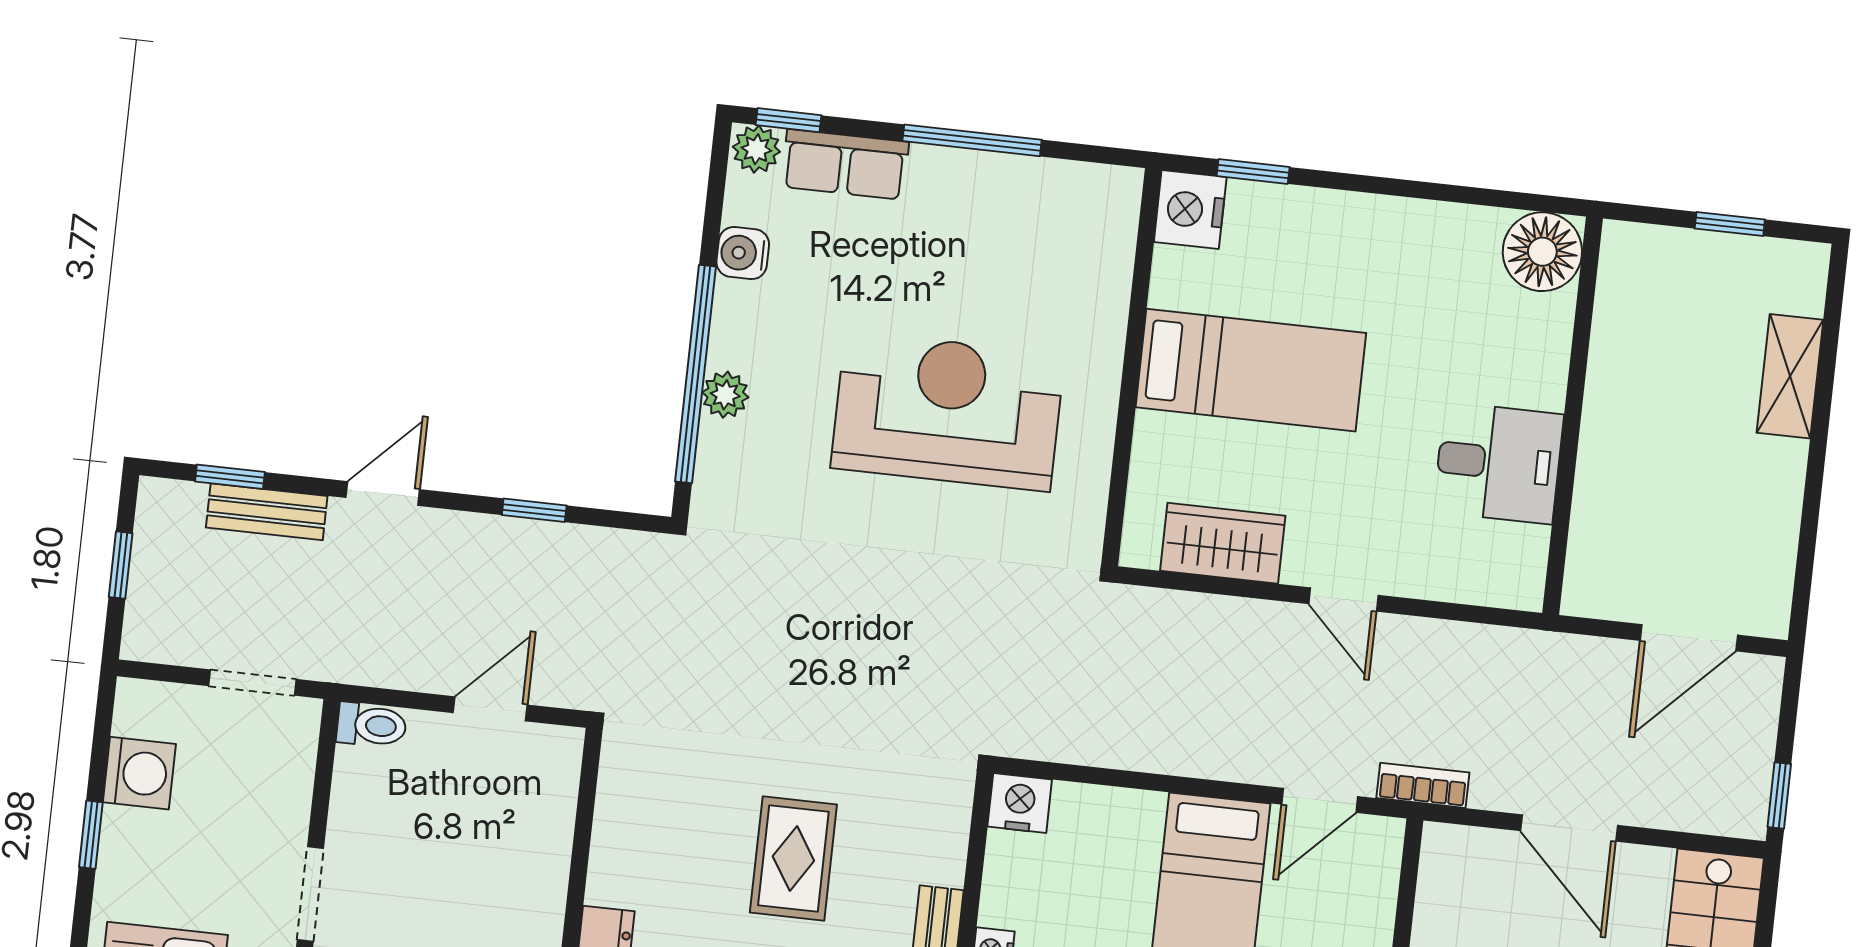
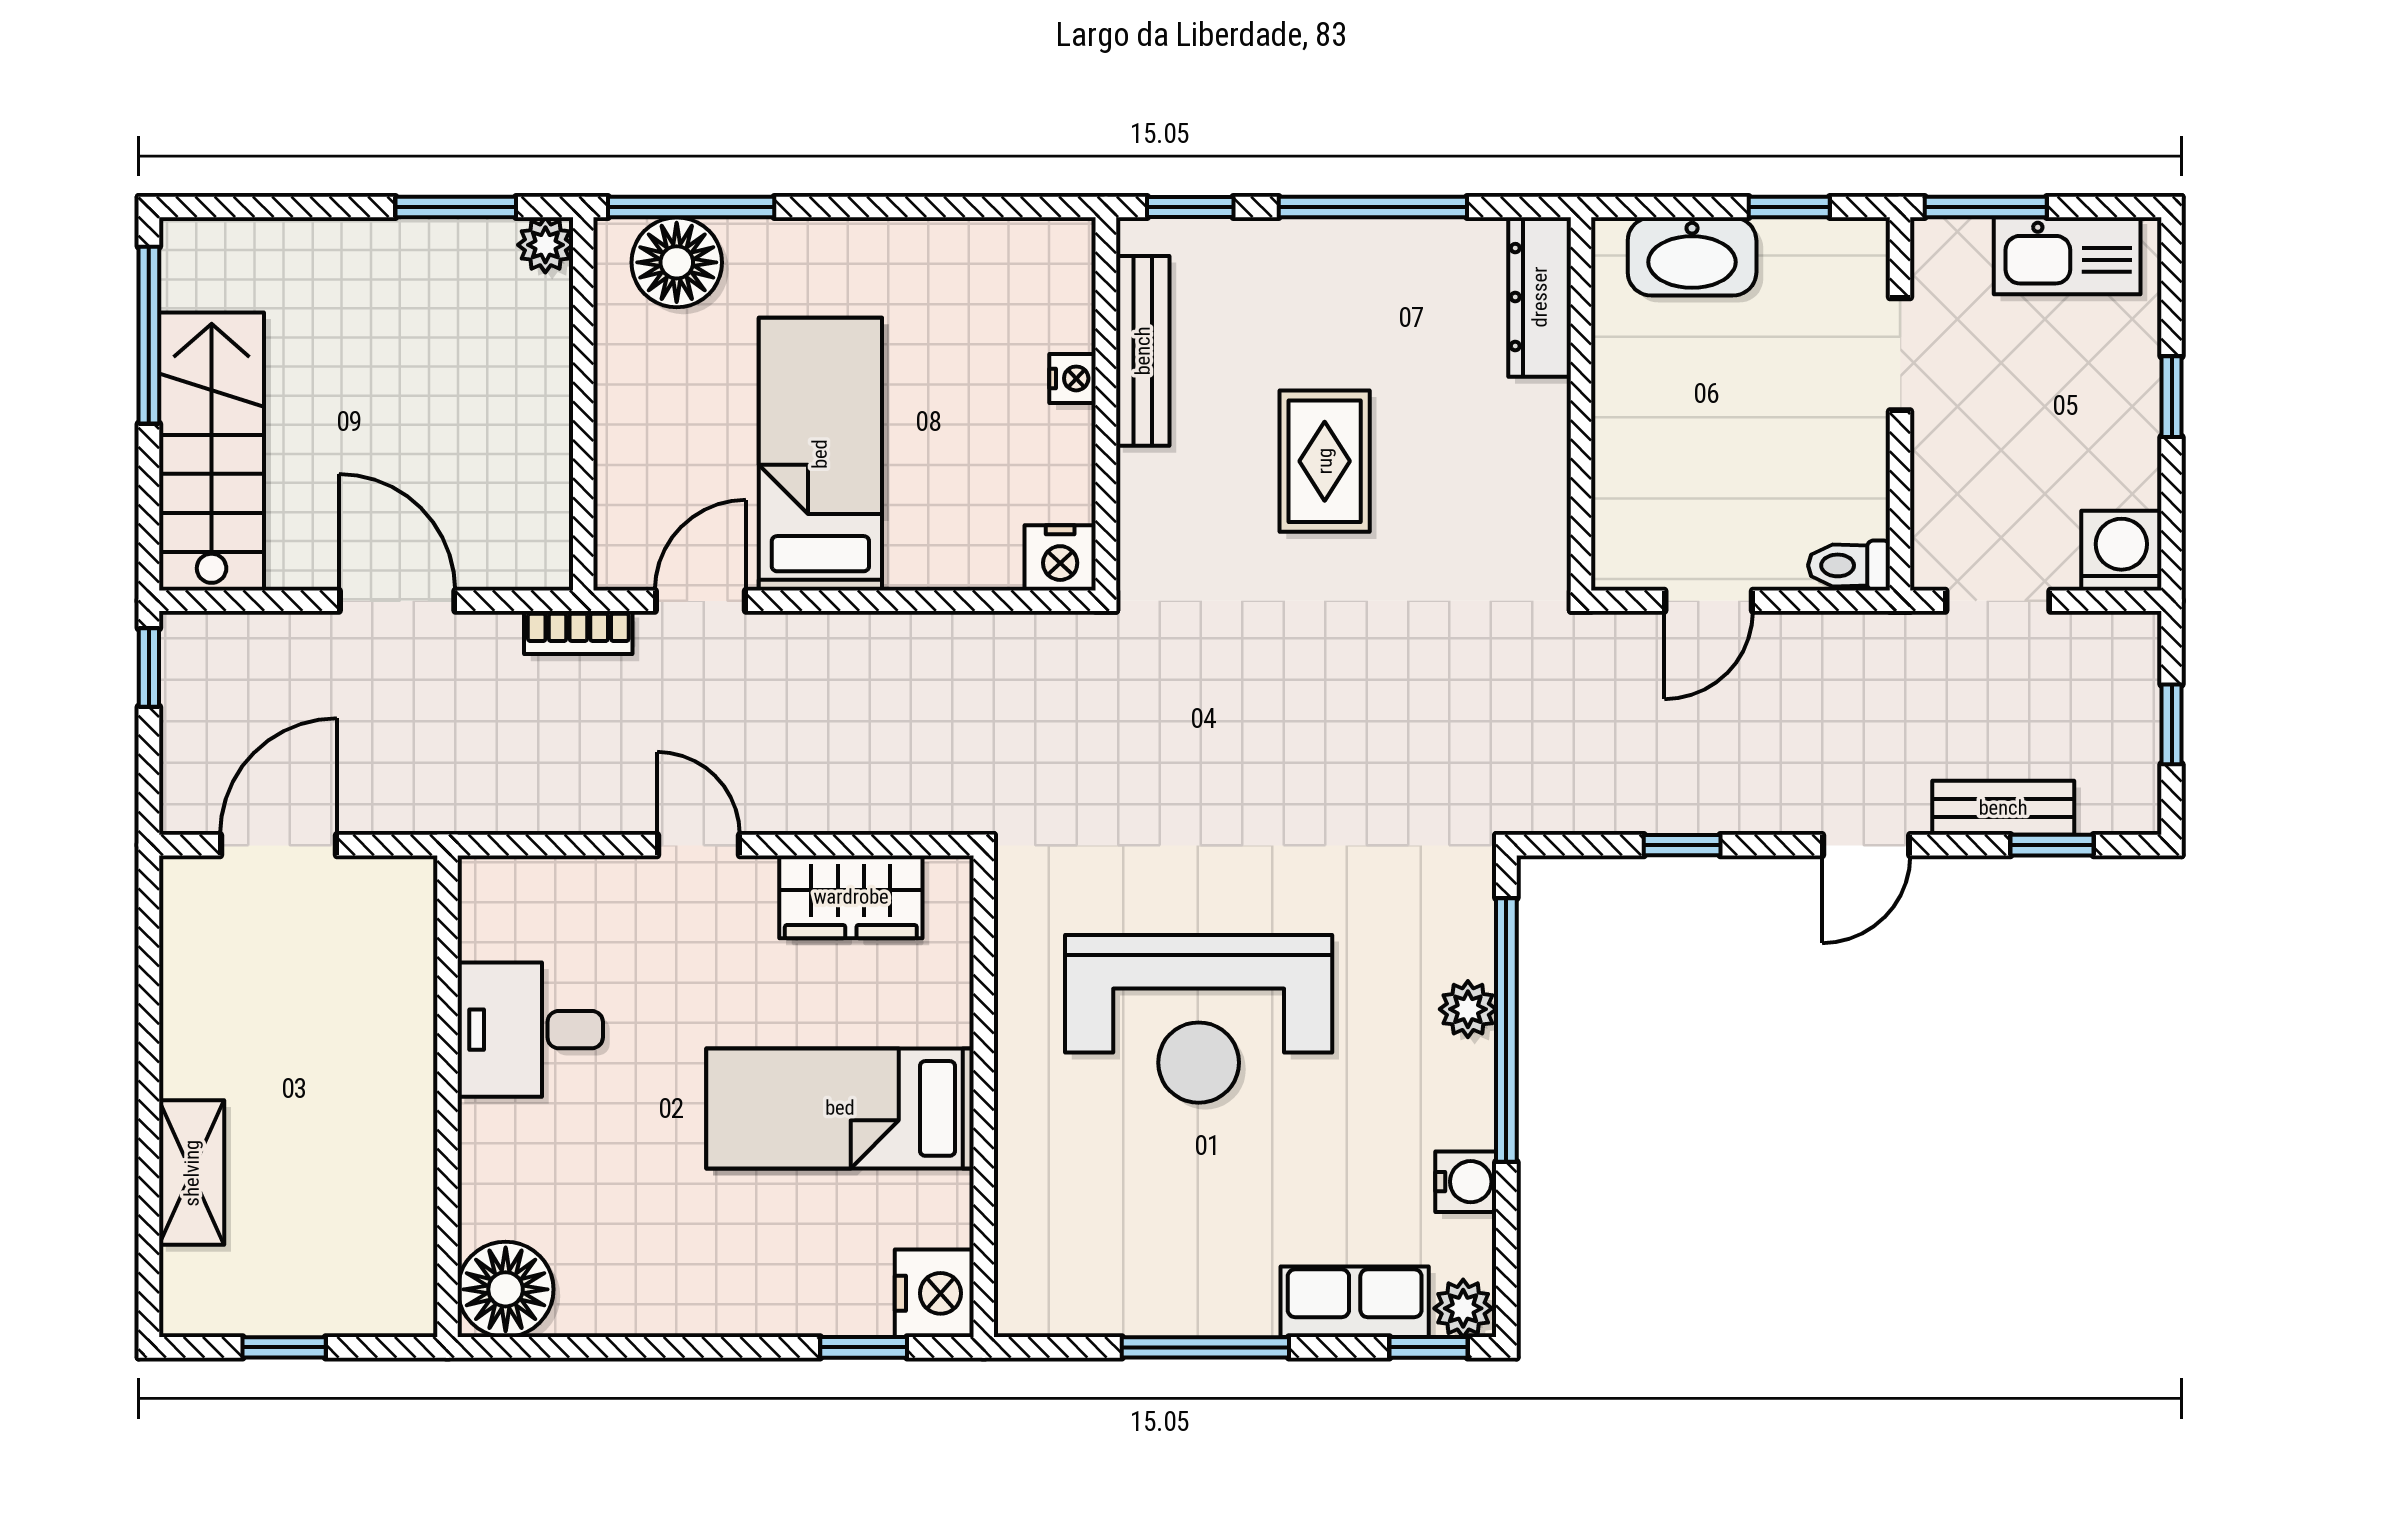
washing machine: (139, 773) -> (2121, 551), moved, turned 90

